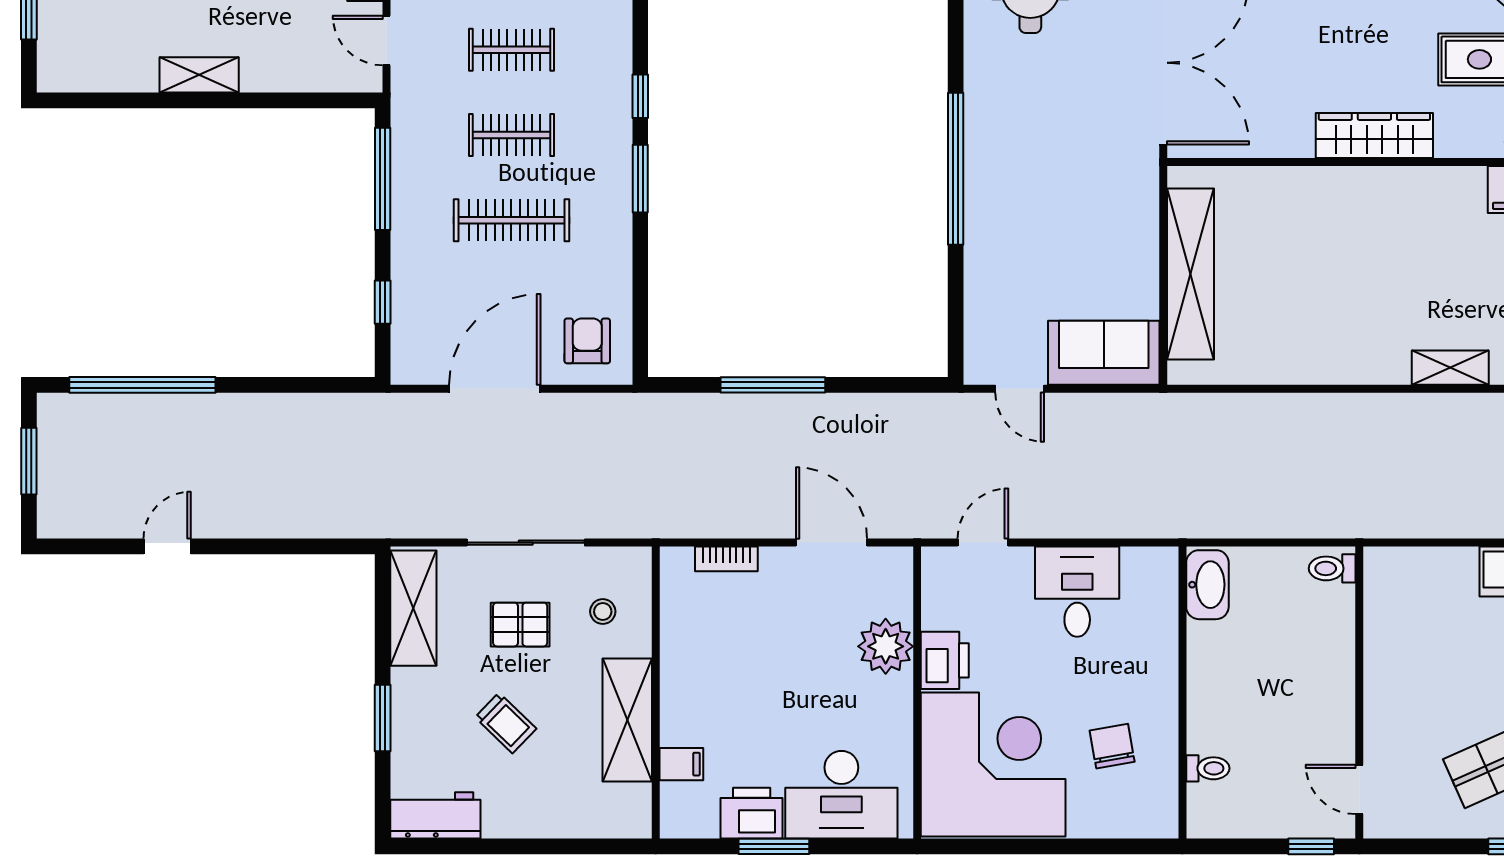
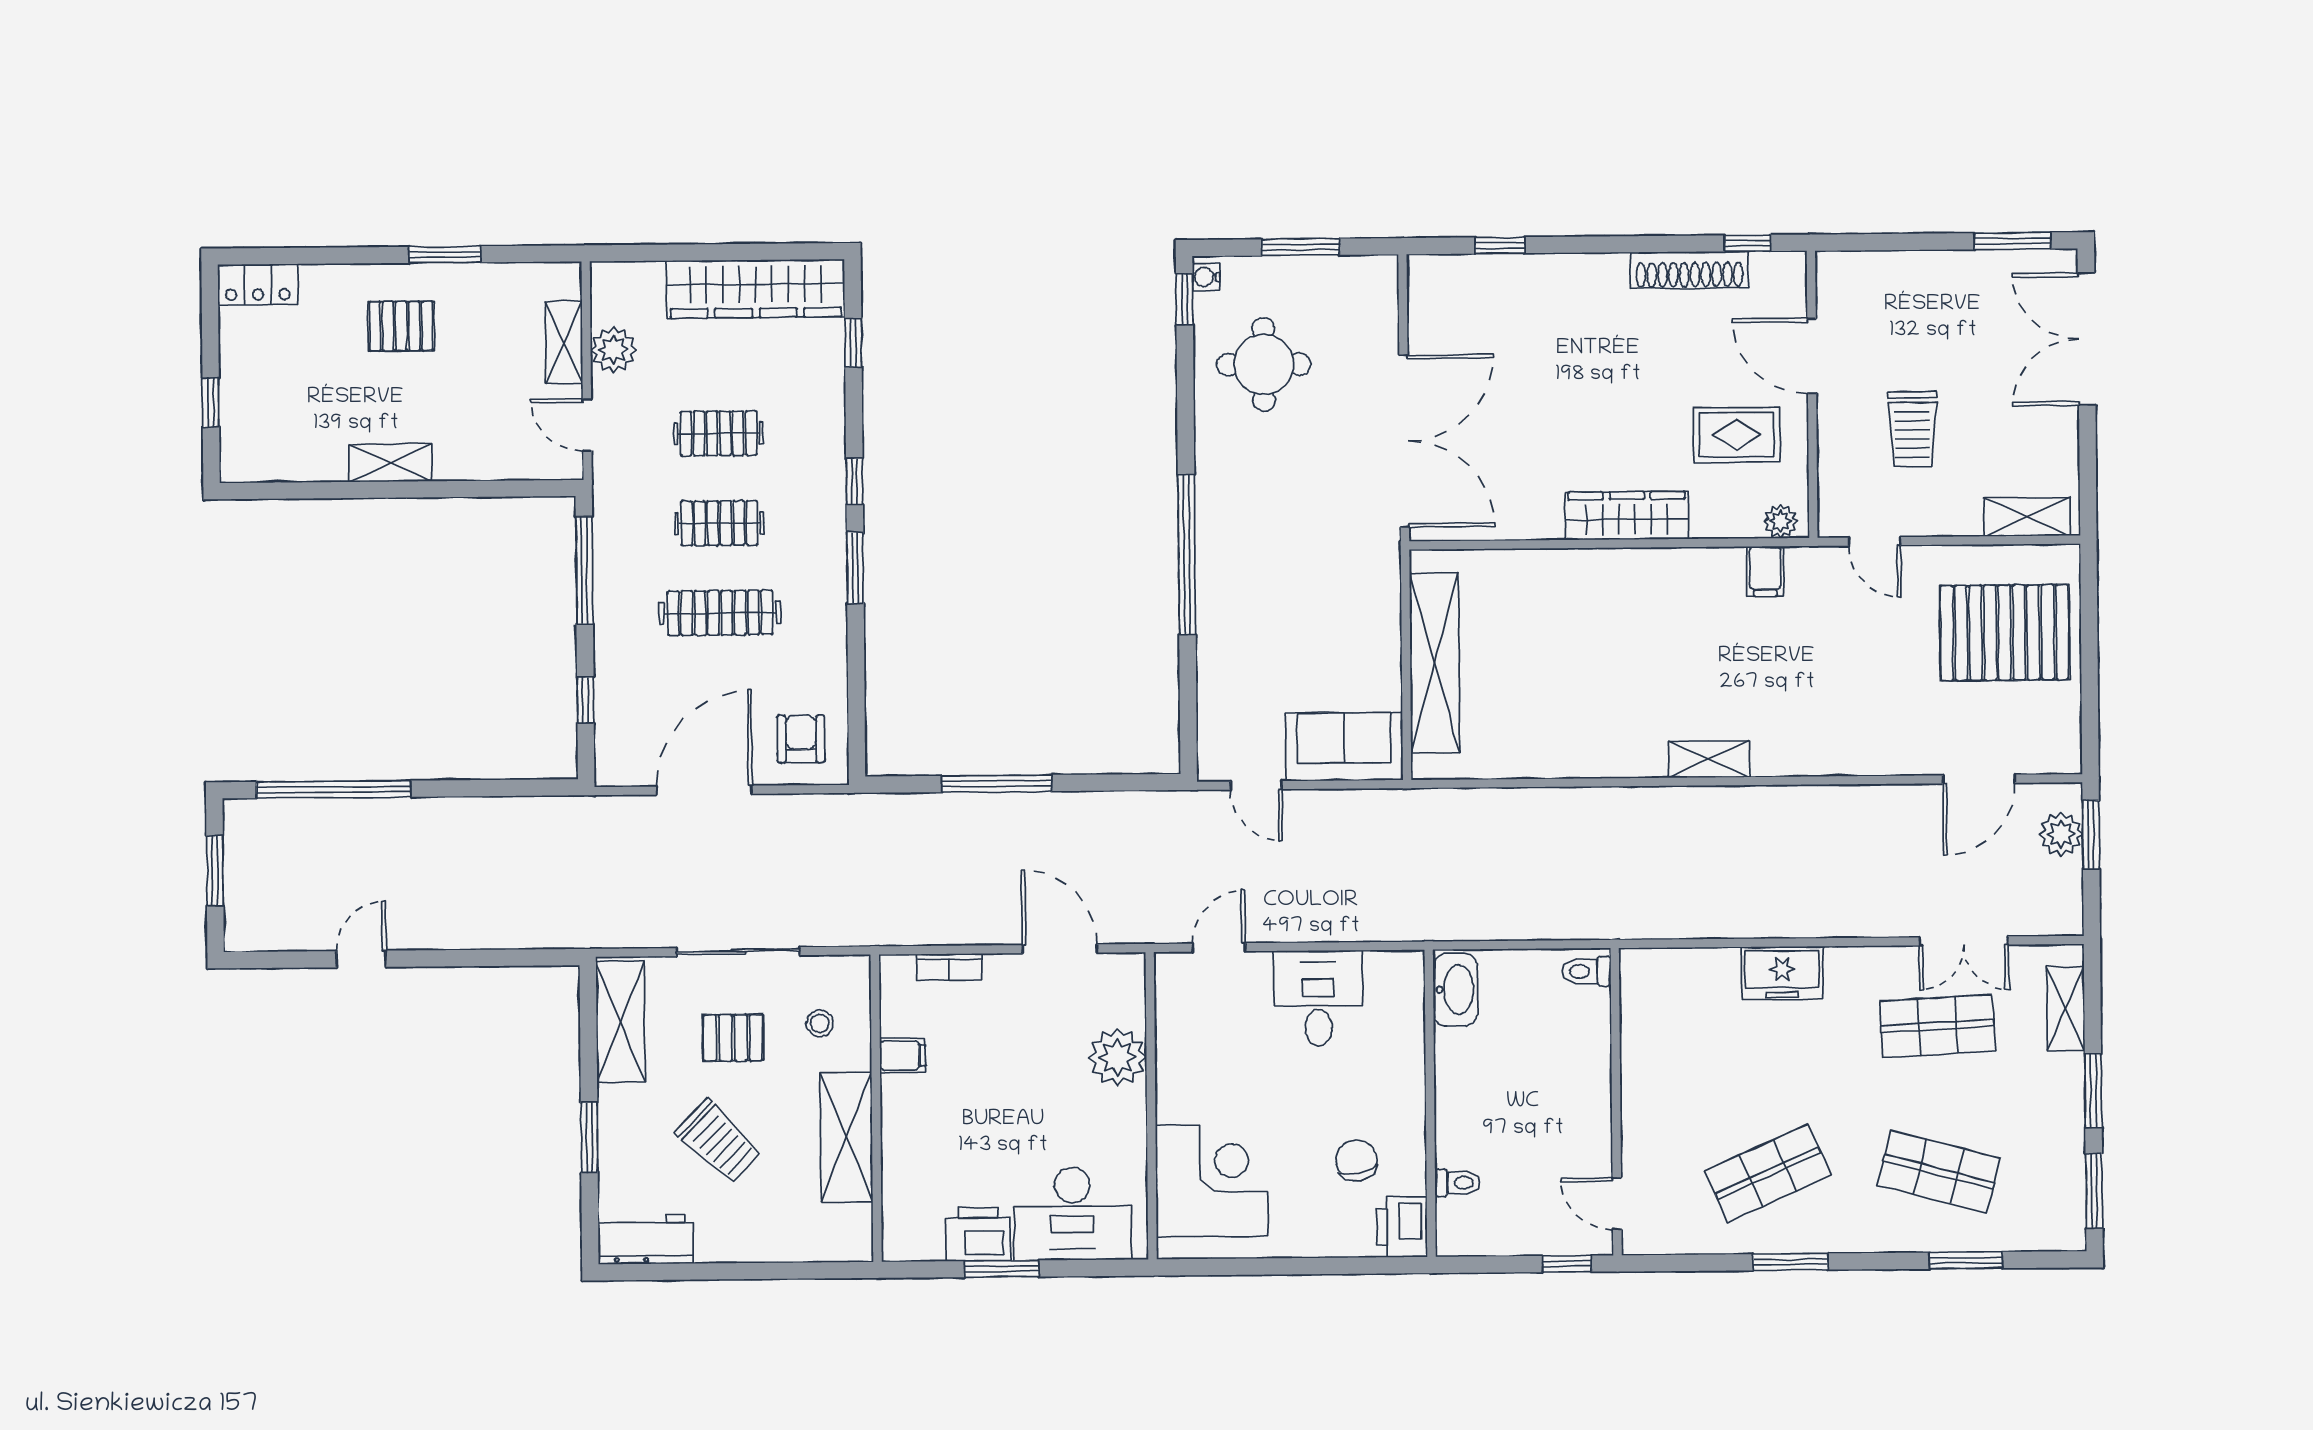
printer: (945, 660) -> (1402, 1227), moved, turned 180
trolley: (506, 723) -> (719, 1142), width x1.36, depth x1.39
filing cabinet: (681, 764) -> (903, 1055), moved
corner desk: (993, 764) -> (1212, 1181), width x0.74, depth x0.74

